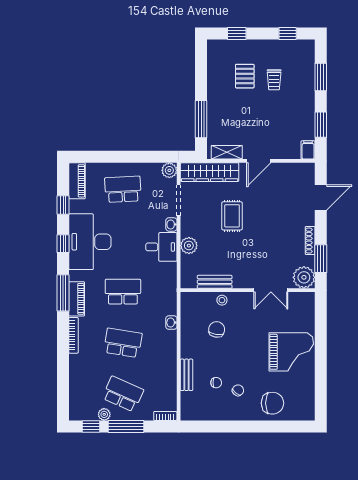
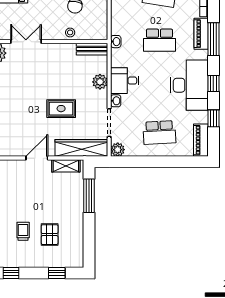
rug: (232, 216) -> (61, 109), turned 90
bench: (215, 282) -> (92, 49), moved
washbasin: (171, 323) -> (116, 42), moved

